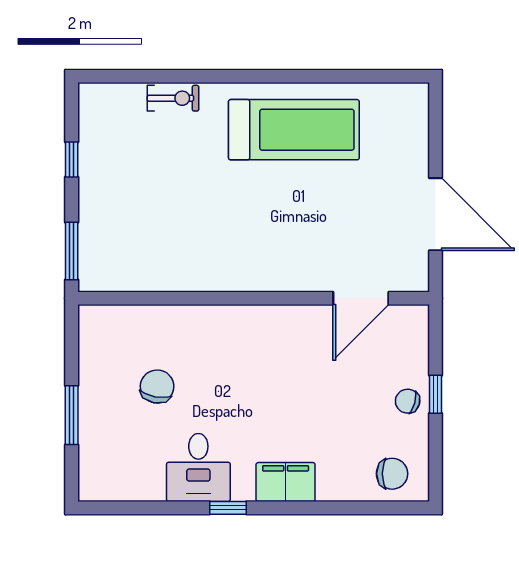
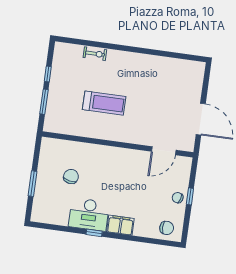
treadmill: (294, 130) -> (104, 103), moved, width x0.73, depth x0.73
window: (72, 251) -> (44, 102), moved
desk: (198, 468) -> (89, 214), width x1.37

